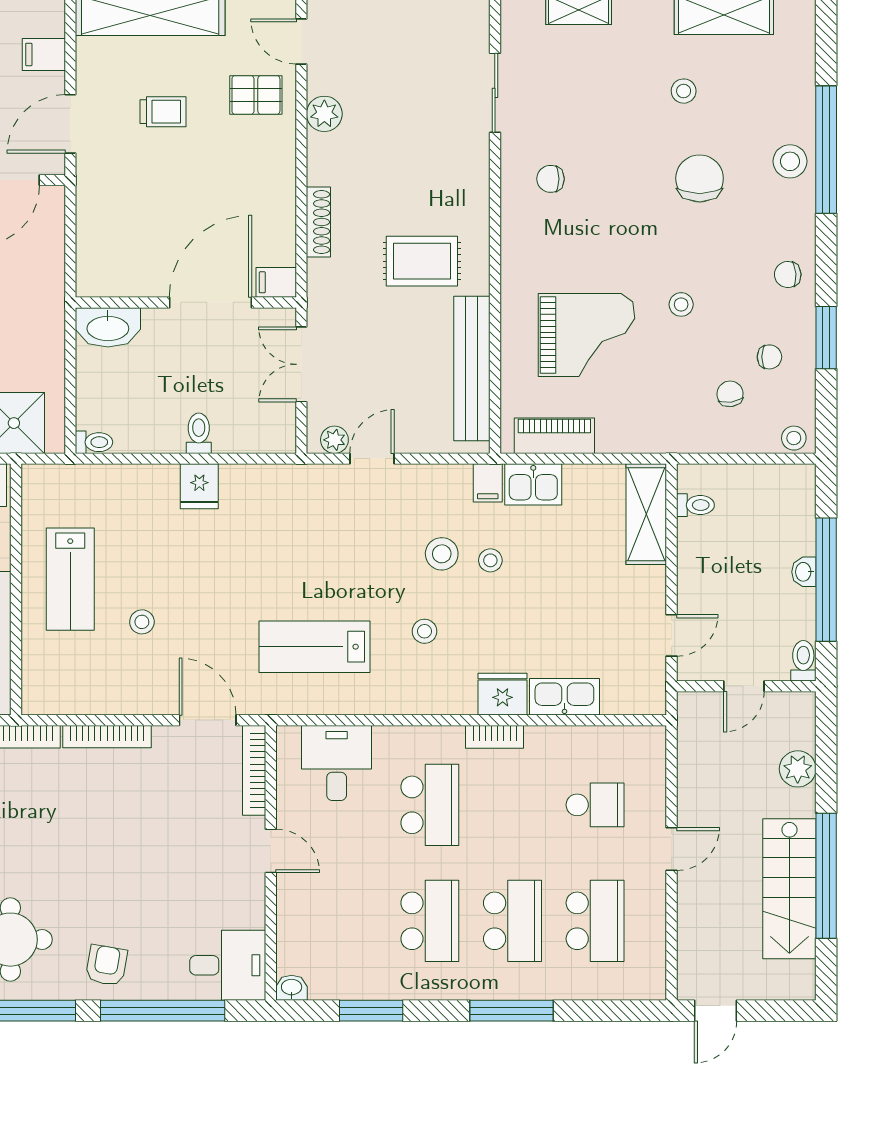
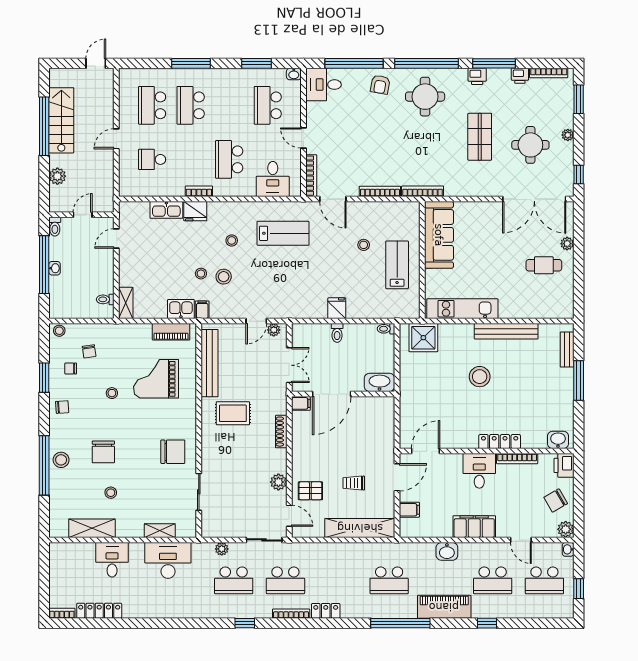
chair: (551, 179) -> (173, 452), width x1.87, depth x1.87
shelving: (646, 514) -> (126, 303), width x0.67, depth x0.75
school desk: (430, 921) -> (268, 105), moved

